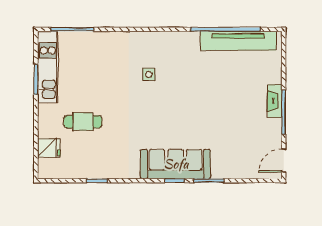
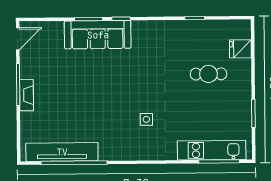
kitchen unit: (48, 67) -> (212, 150), moved, turned 90
sofa: (176, 164) -> (98, 35), moved

